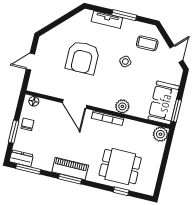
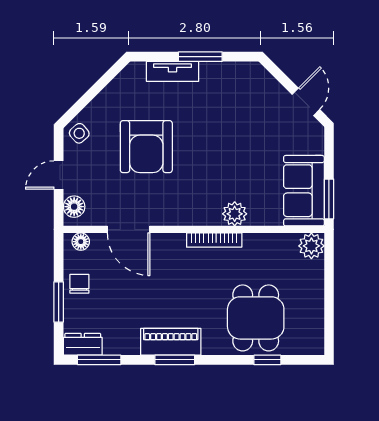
coffee table: (147, 43) -> (251, 96), removed
side table: (125, 62) -> (79, 133), moved
floor lamp: (35, 81) -> (74, 207), added
door: (74, 104) -> (129, 229), moved
dining table: (120, 167) -> (256, 318), turned 90

